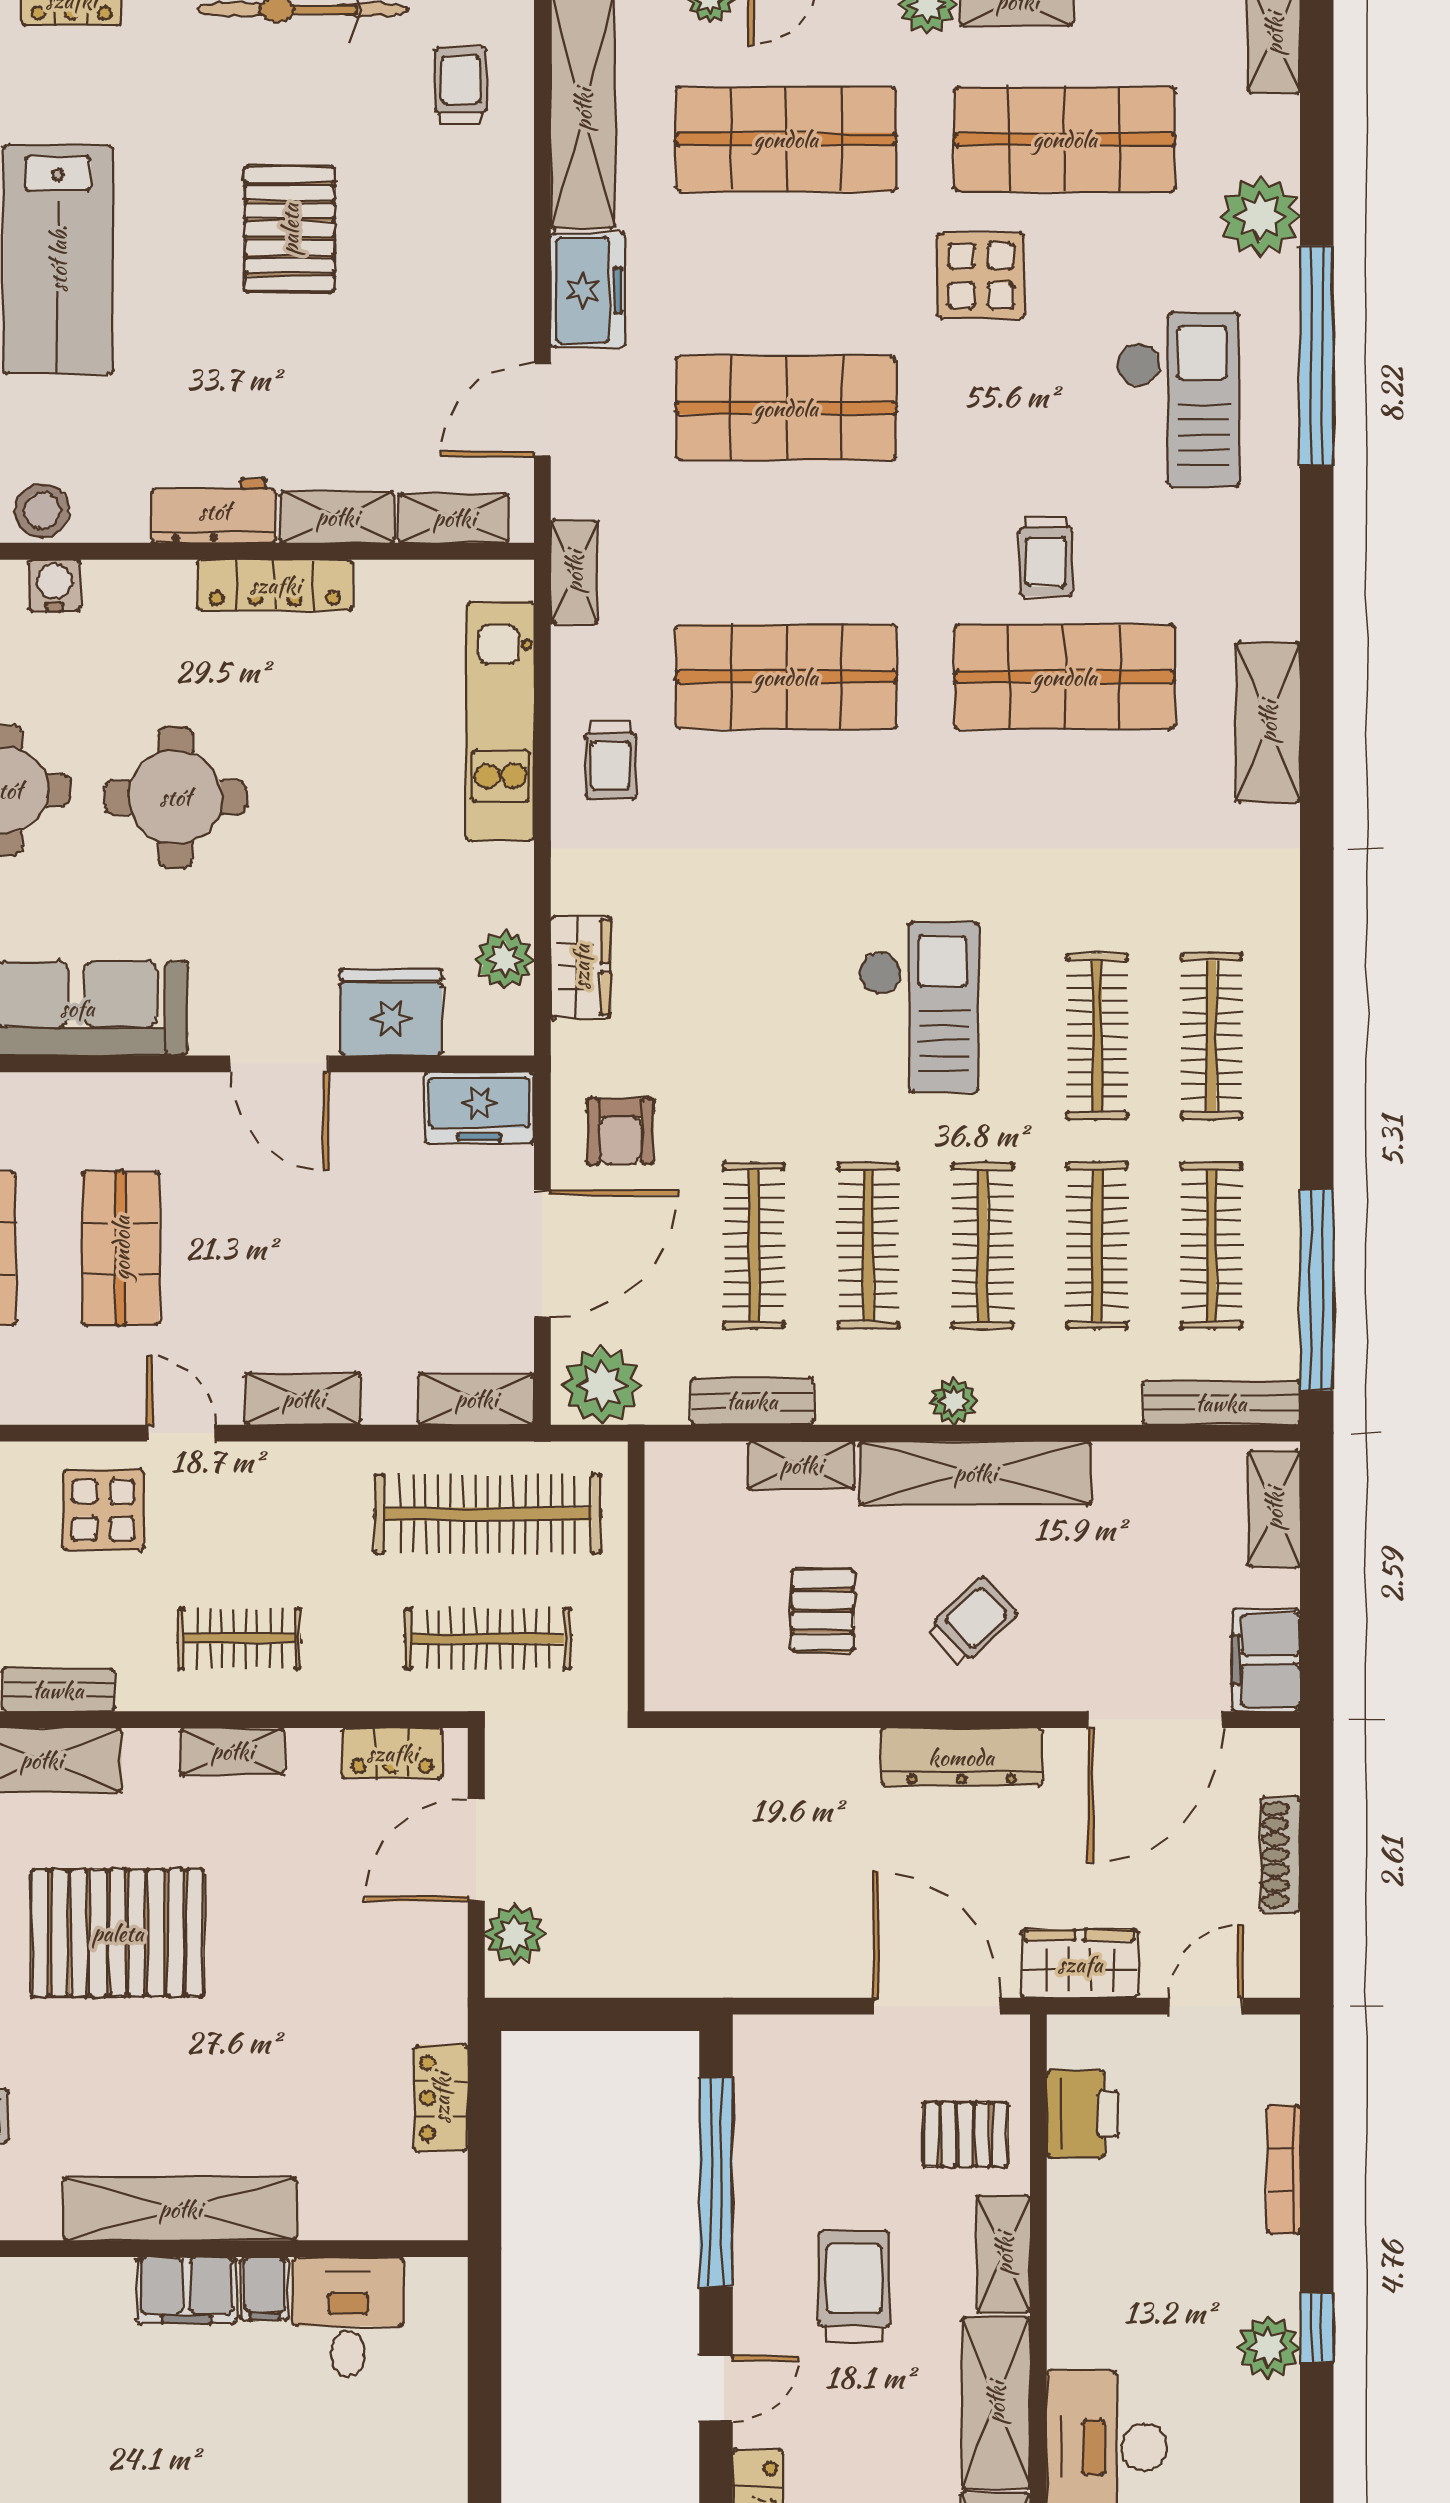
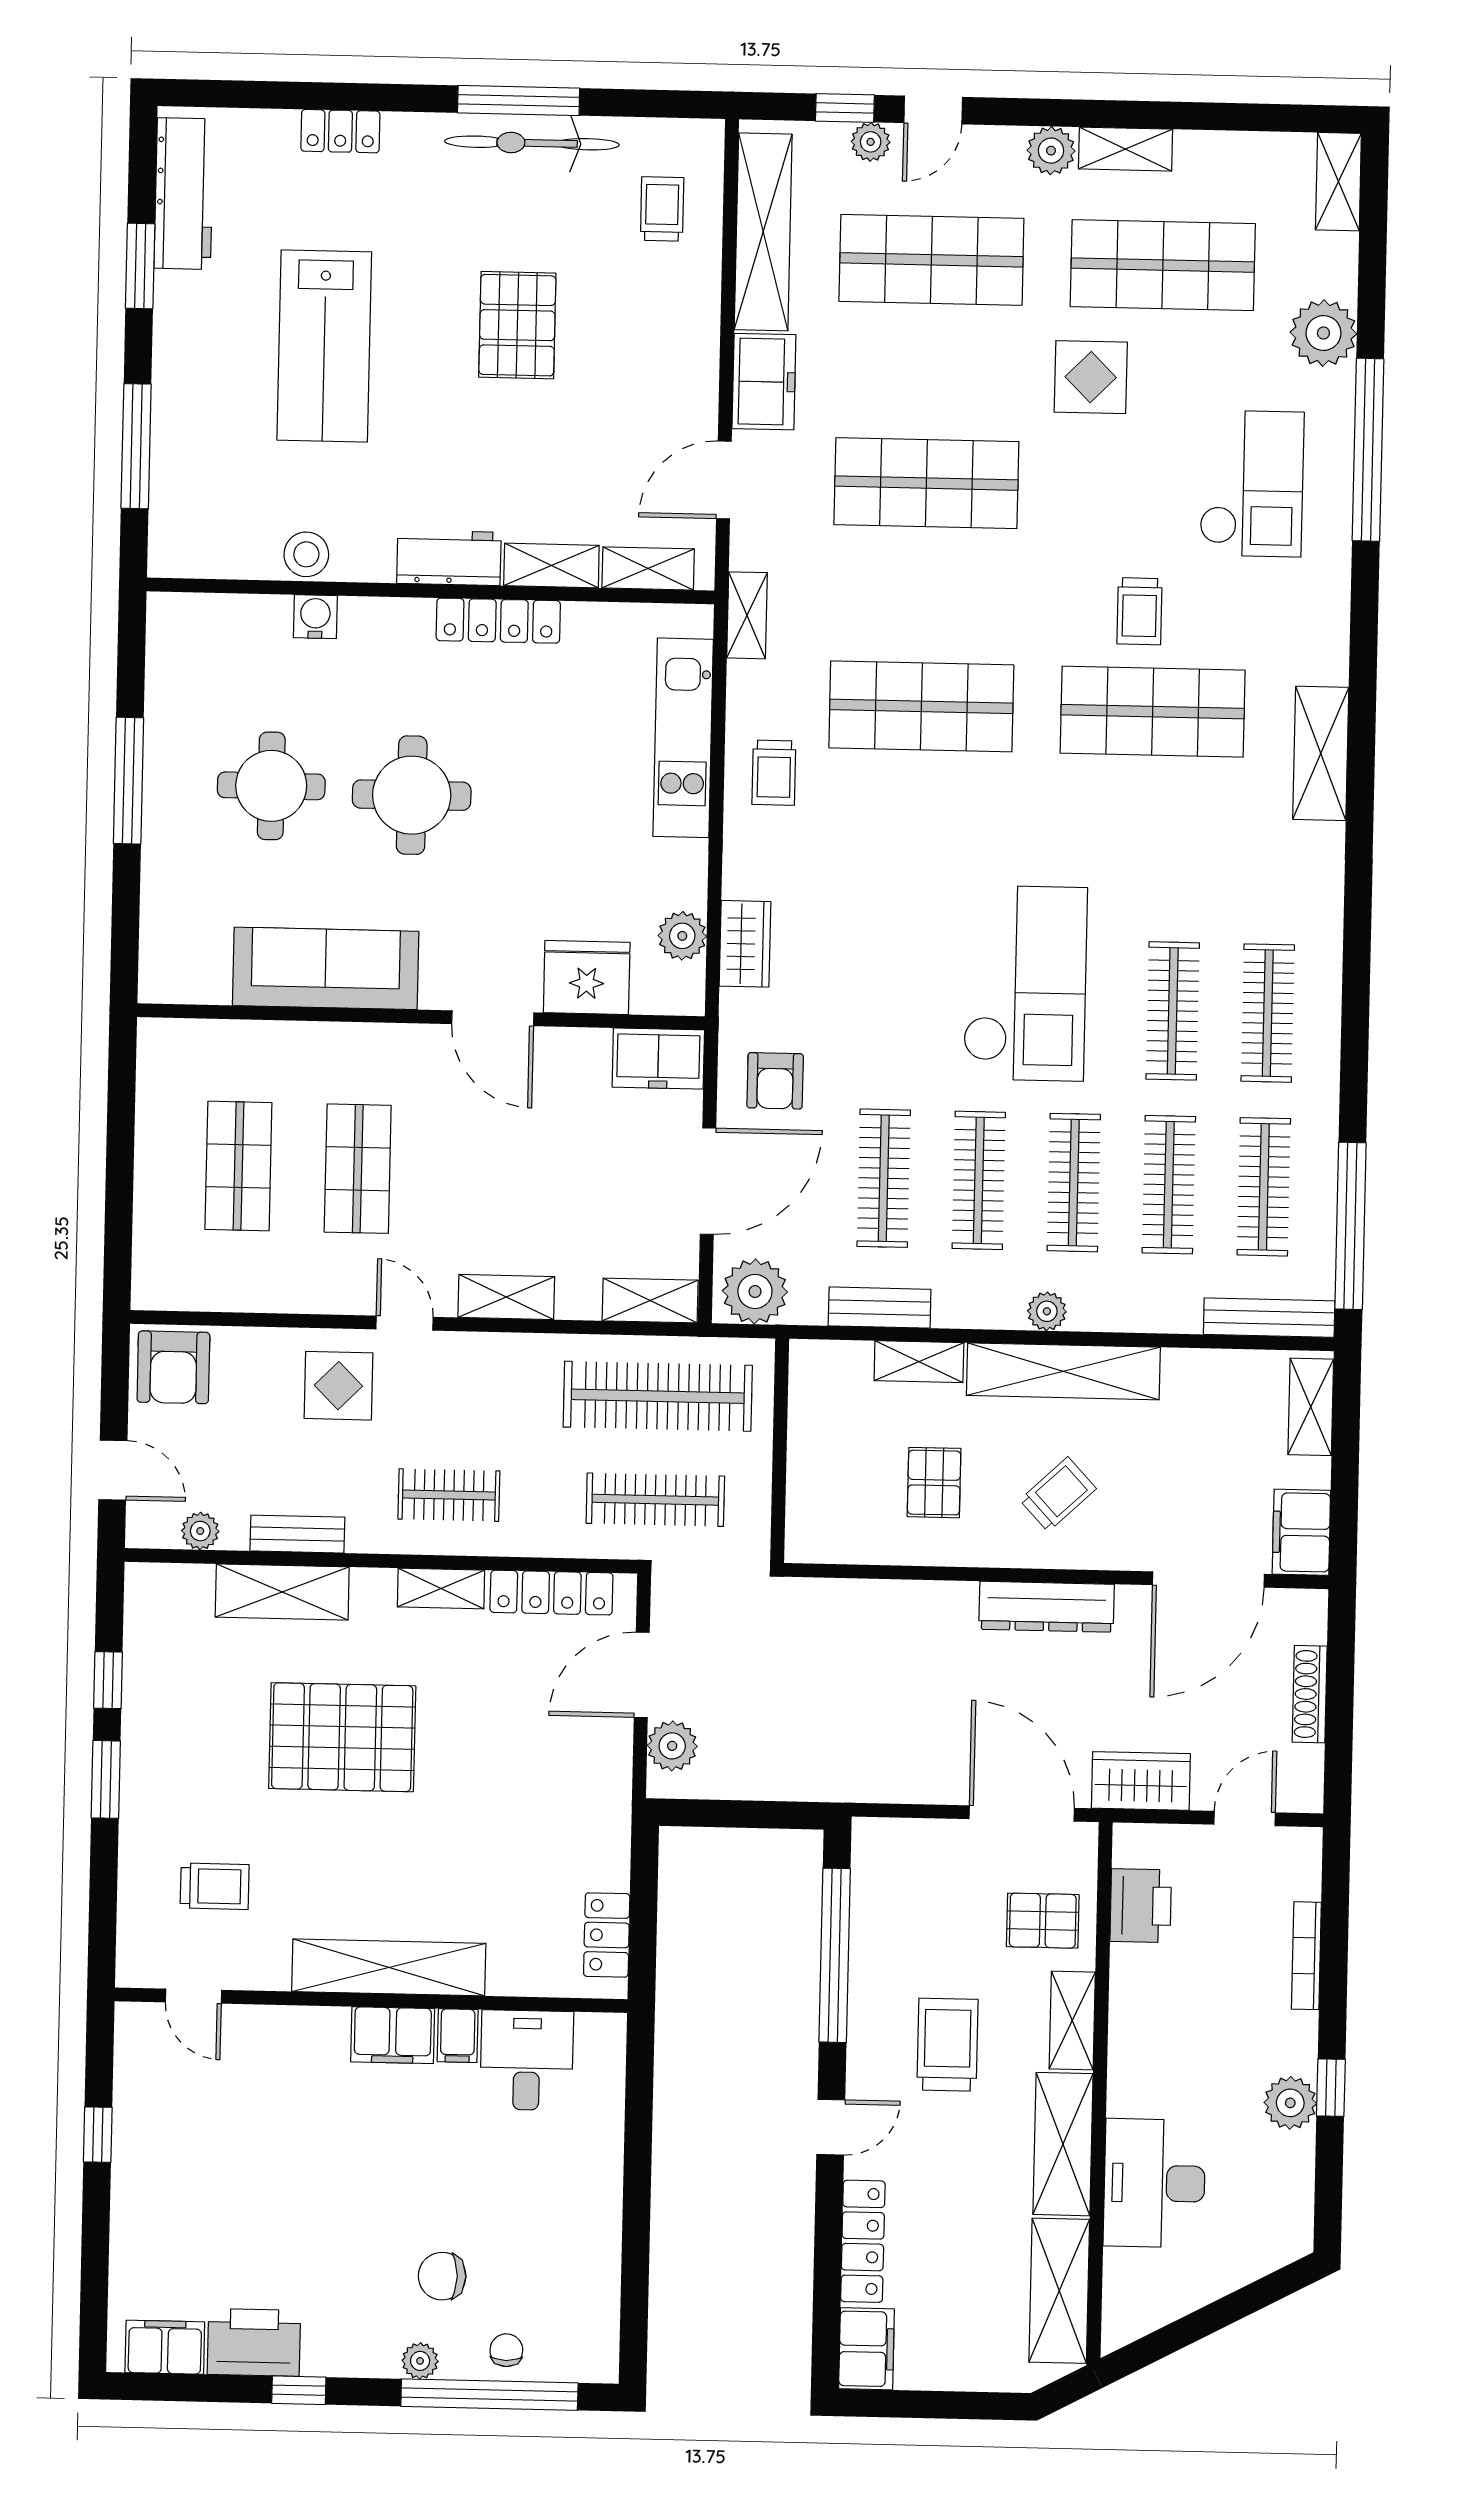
checkout: (919, 1007) -> (1025, 983), width x1.36, depth x1.21
locker: (392, 1753) -> (551, 1593), width x1.53
locker: (441, 2098) -> (607, 1935), moved

